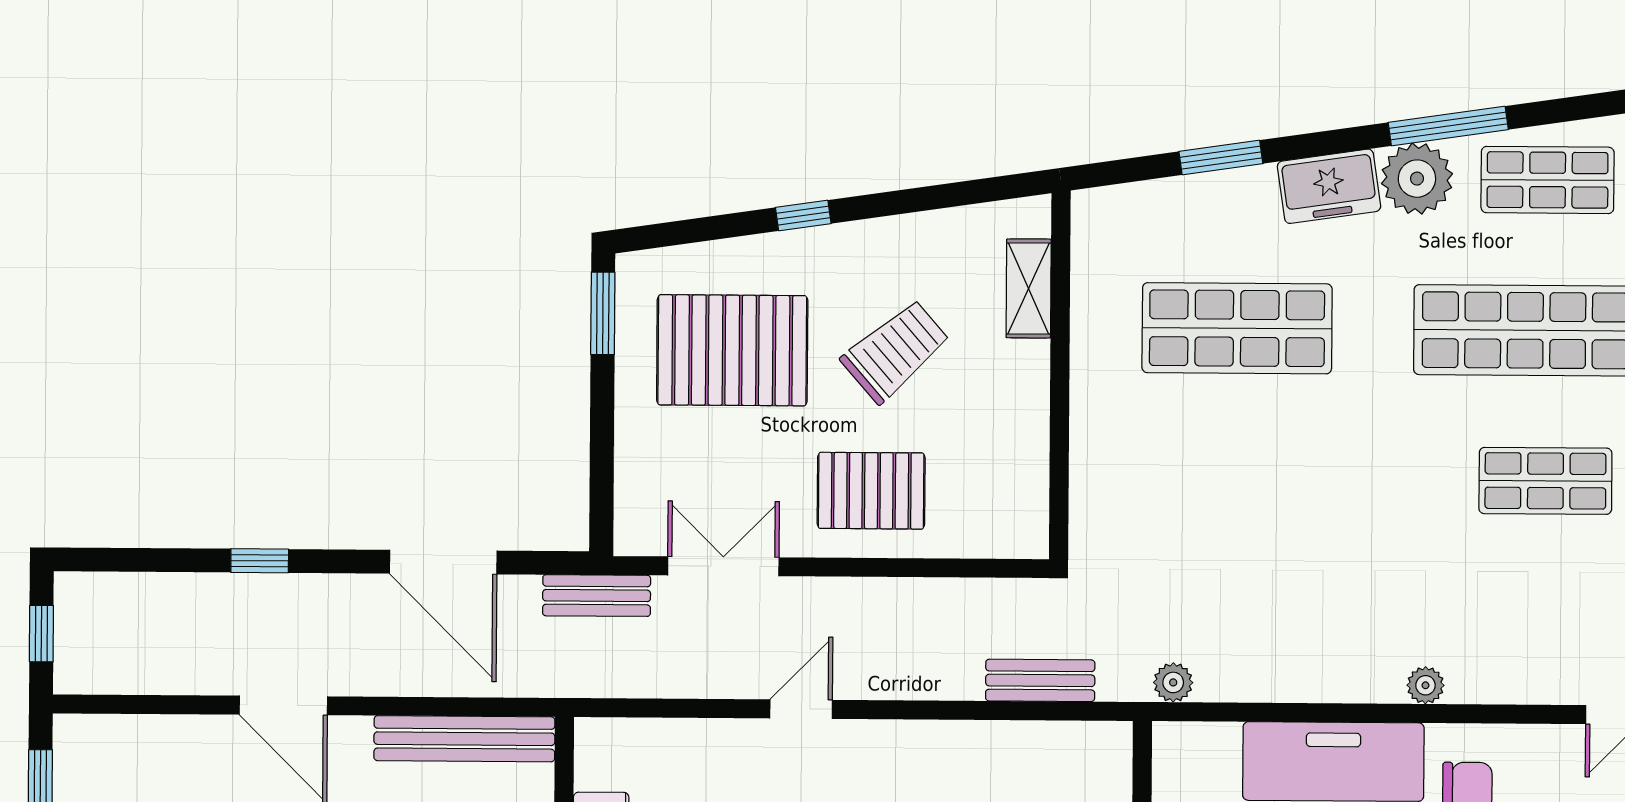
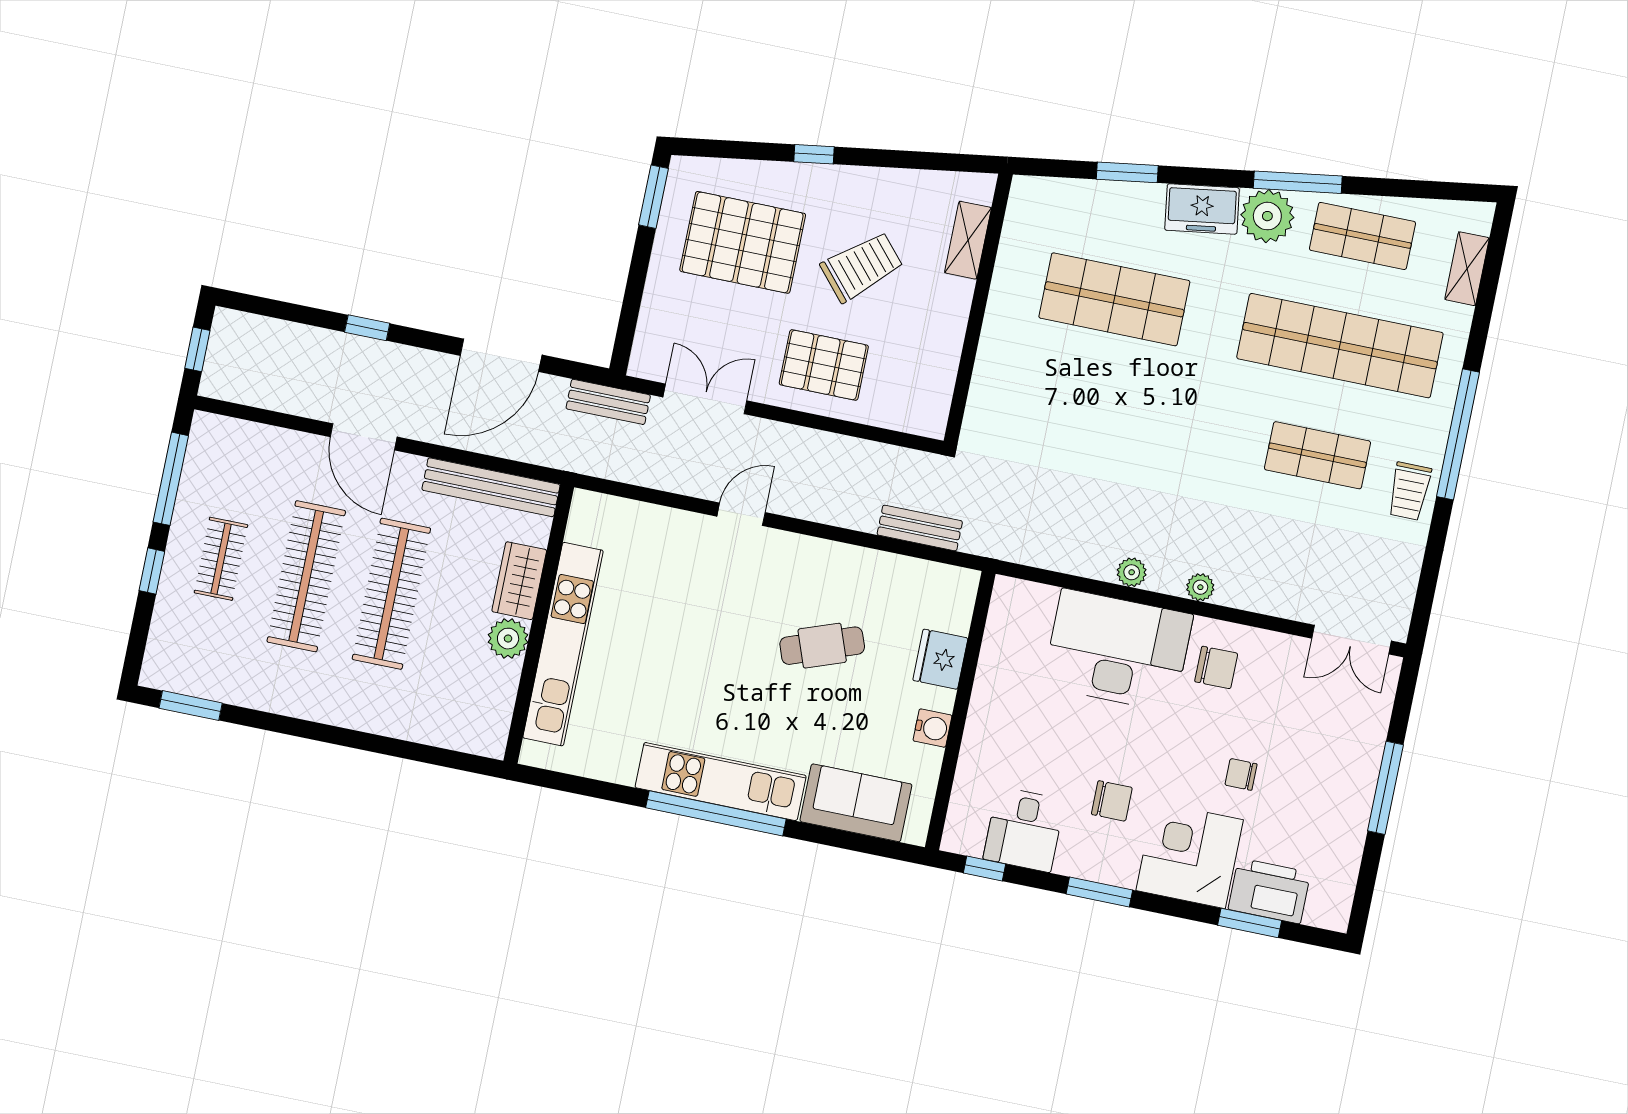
door: (443, 562) -> (501, 355), hinge flipped
plant: (1173, 682) -> (1132, 572), moved

